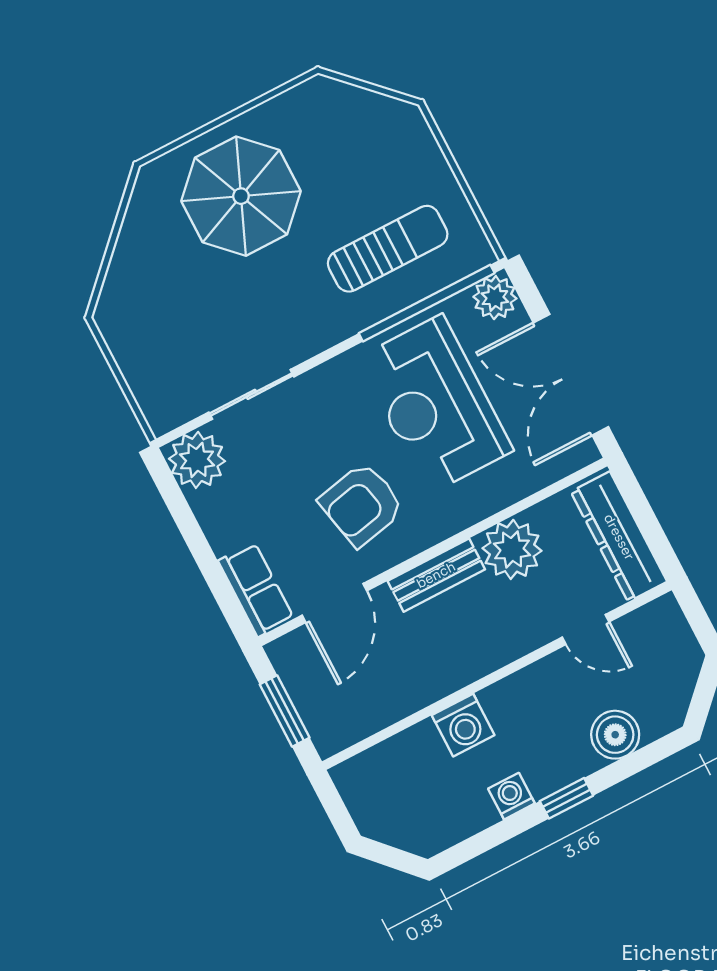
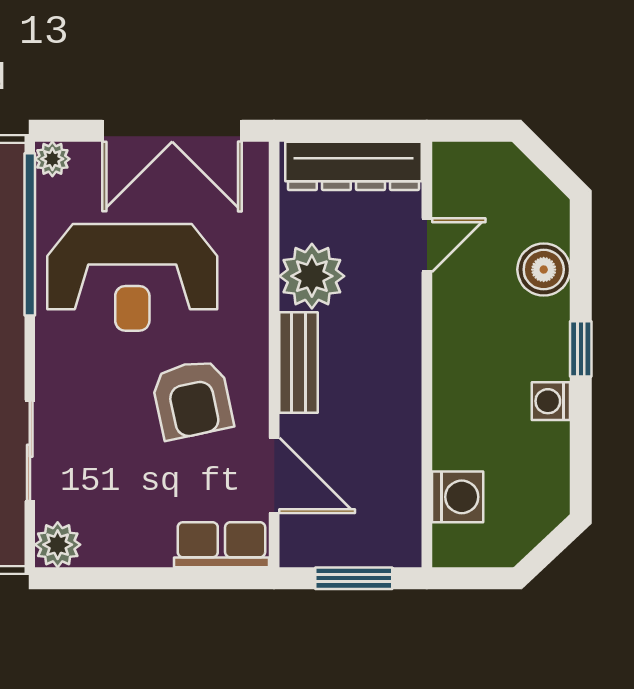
plant: (495, 298) -> (52, 159), width x0.73, depth x0.73
plant: (197, 460) -> (58, 545), width x0.73, depth x0.73
washing machine: (463, 725) -> (458, 497), moved

